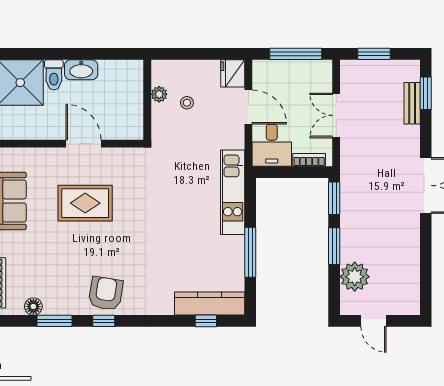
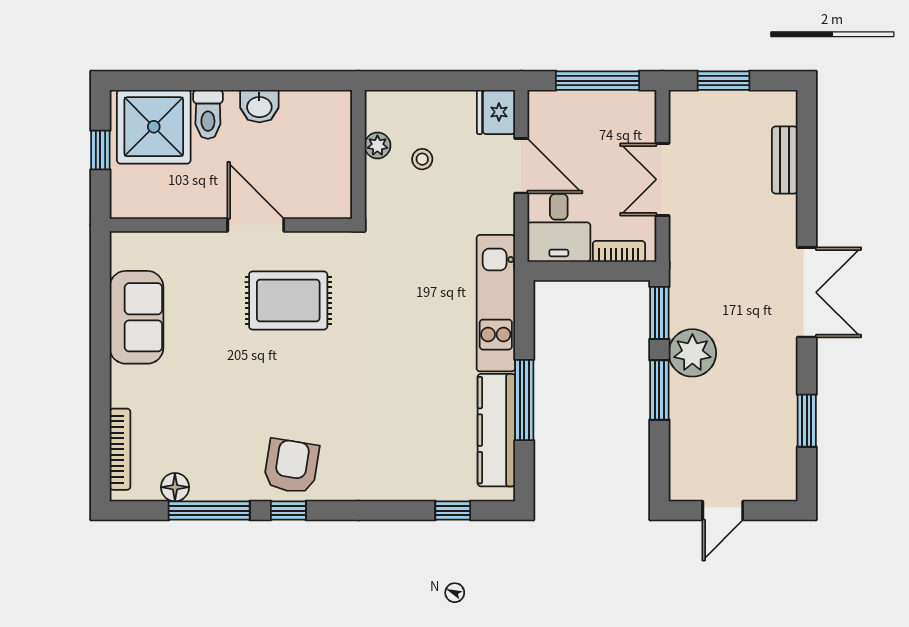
washbasin: (81, 70) -> (259, 106), width x0.72
window: (426, 93) -> (807, 421), moved
rug: (85, 203) -> (288, 300), moved
plant: (355, 277) -> (692, 353), moved
kitchen counter: (210, 304) -> (496, 430), moved, turned -90
window: (55, 321) -> (209, 511), width x1.44
door: (374, 321) -> (723, 511), hinge flipped

